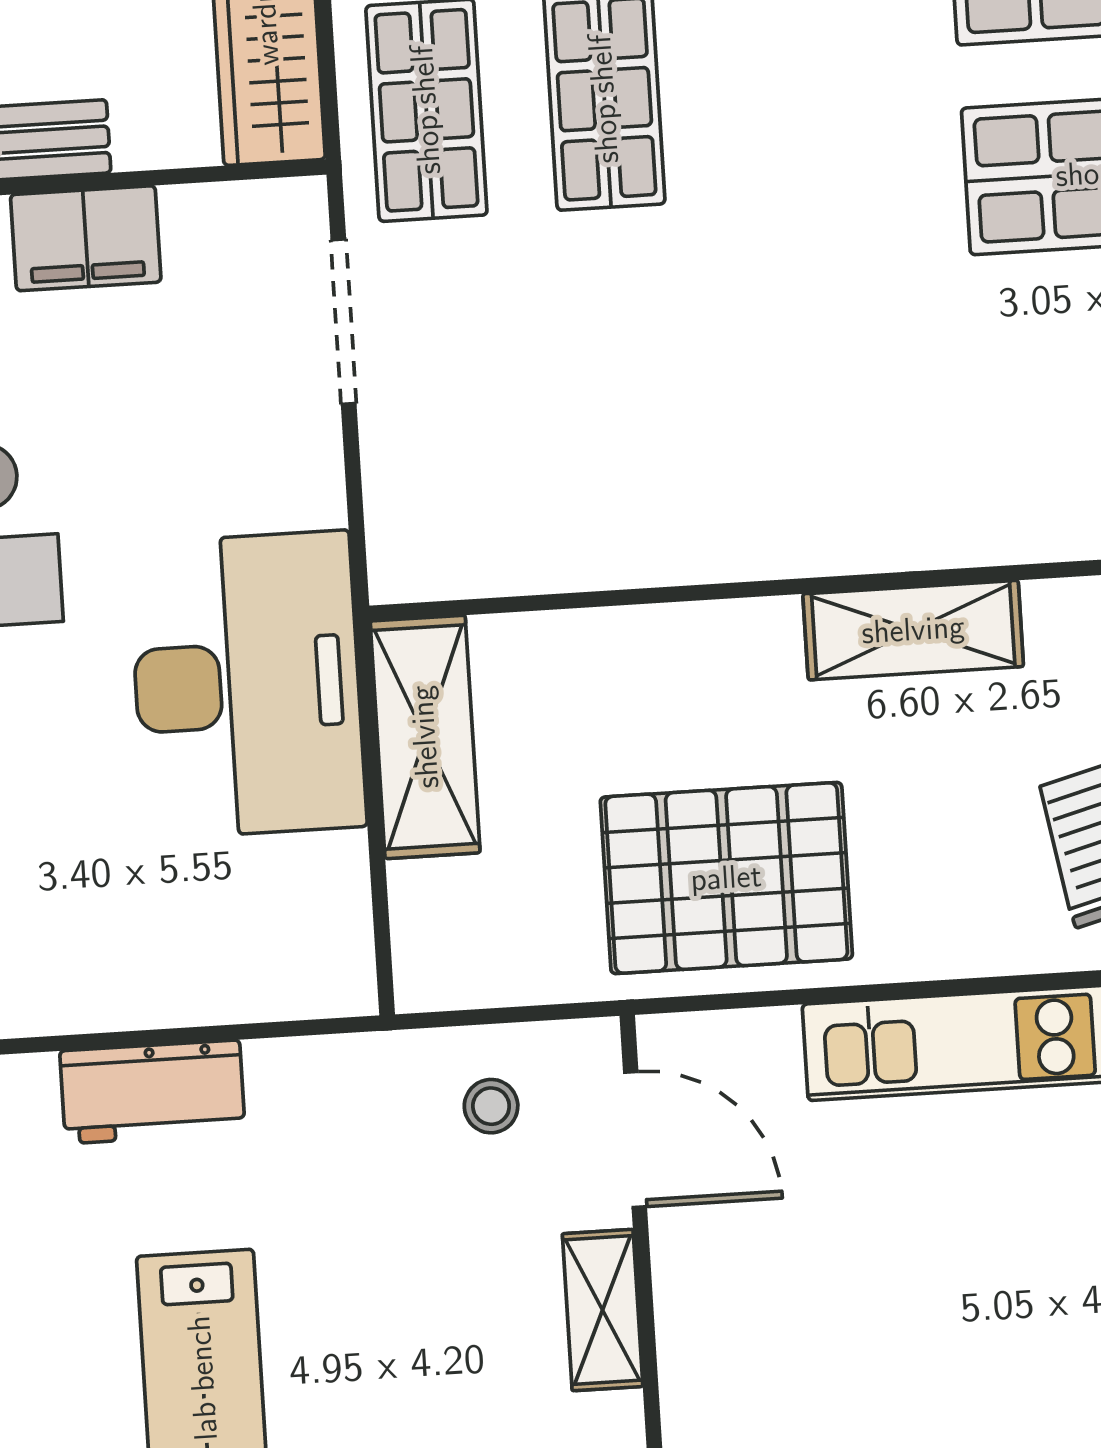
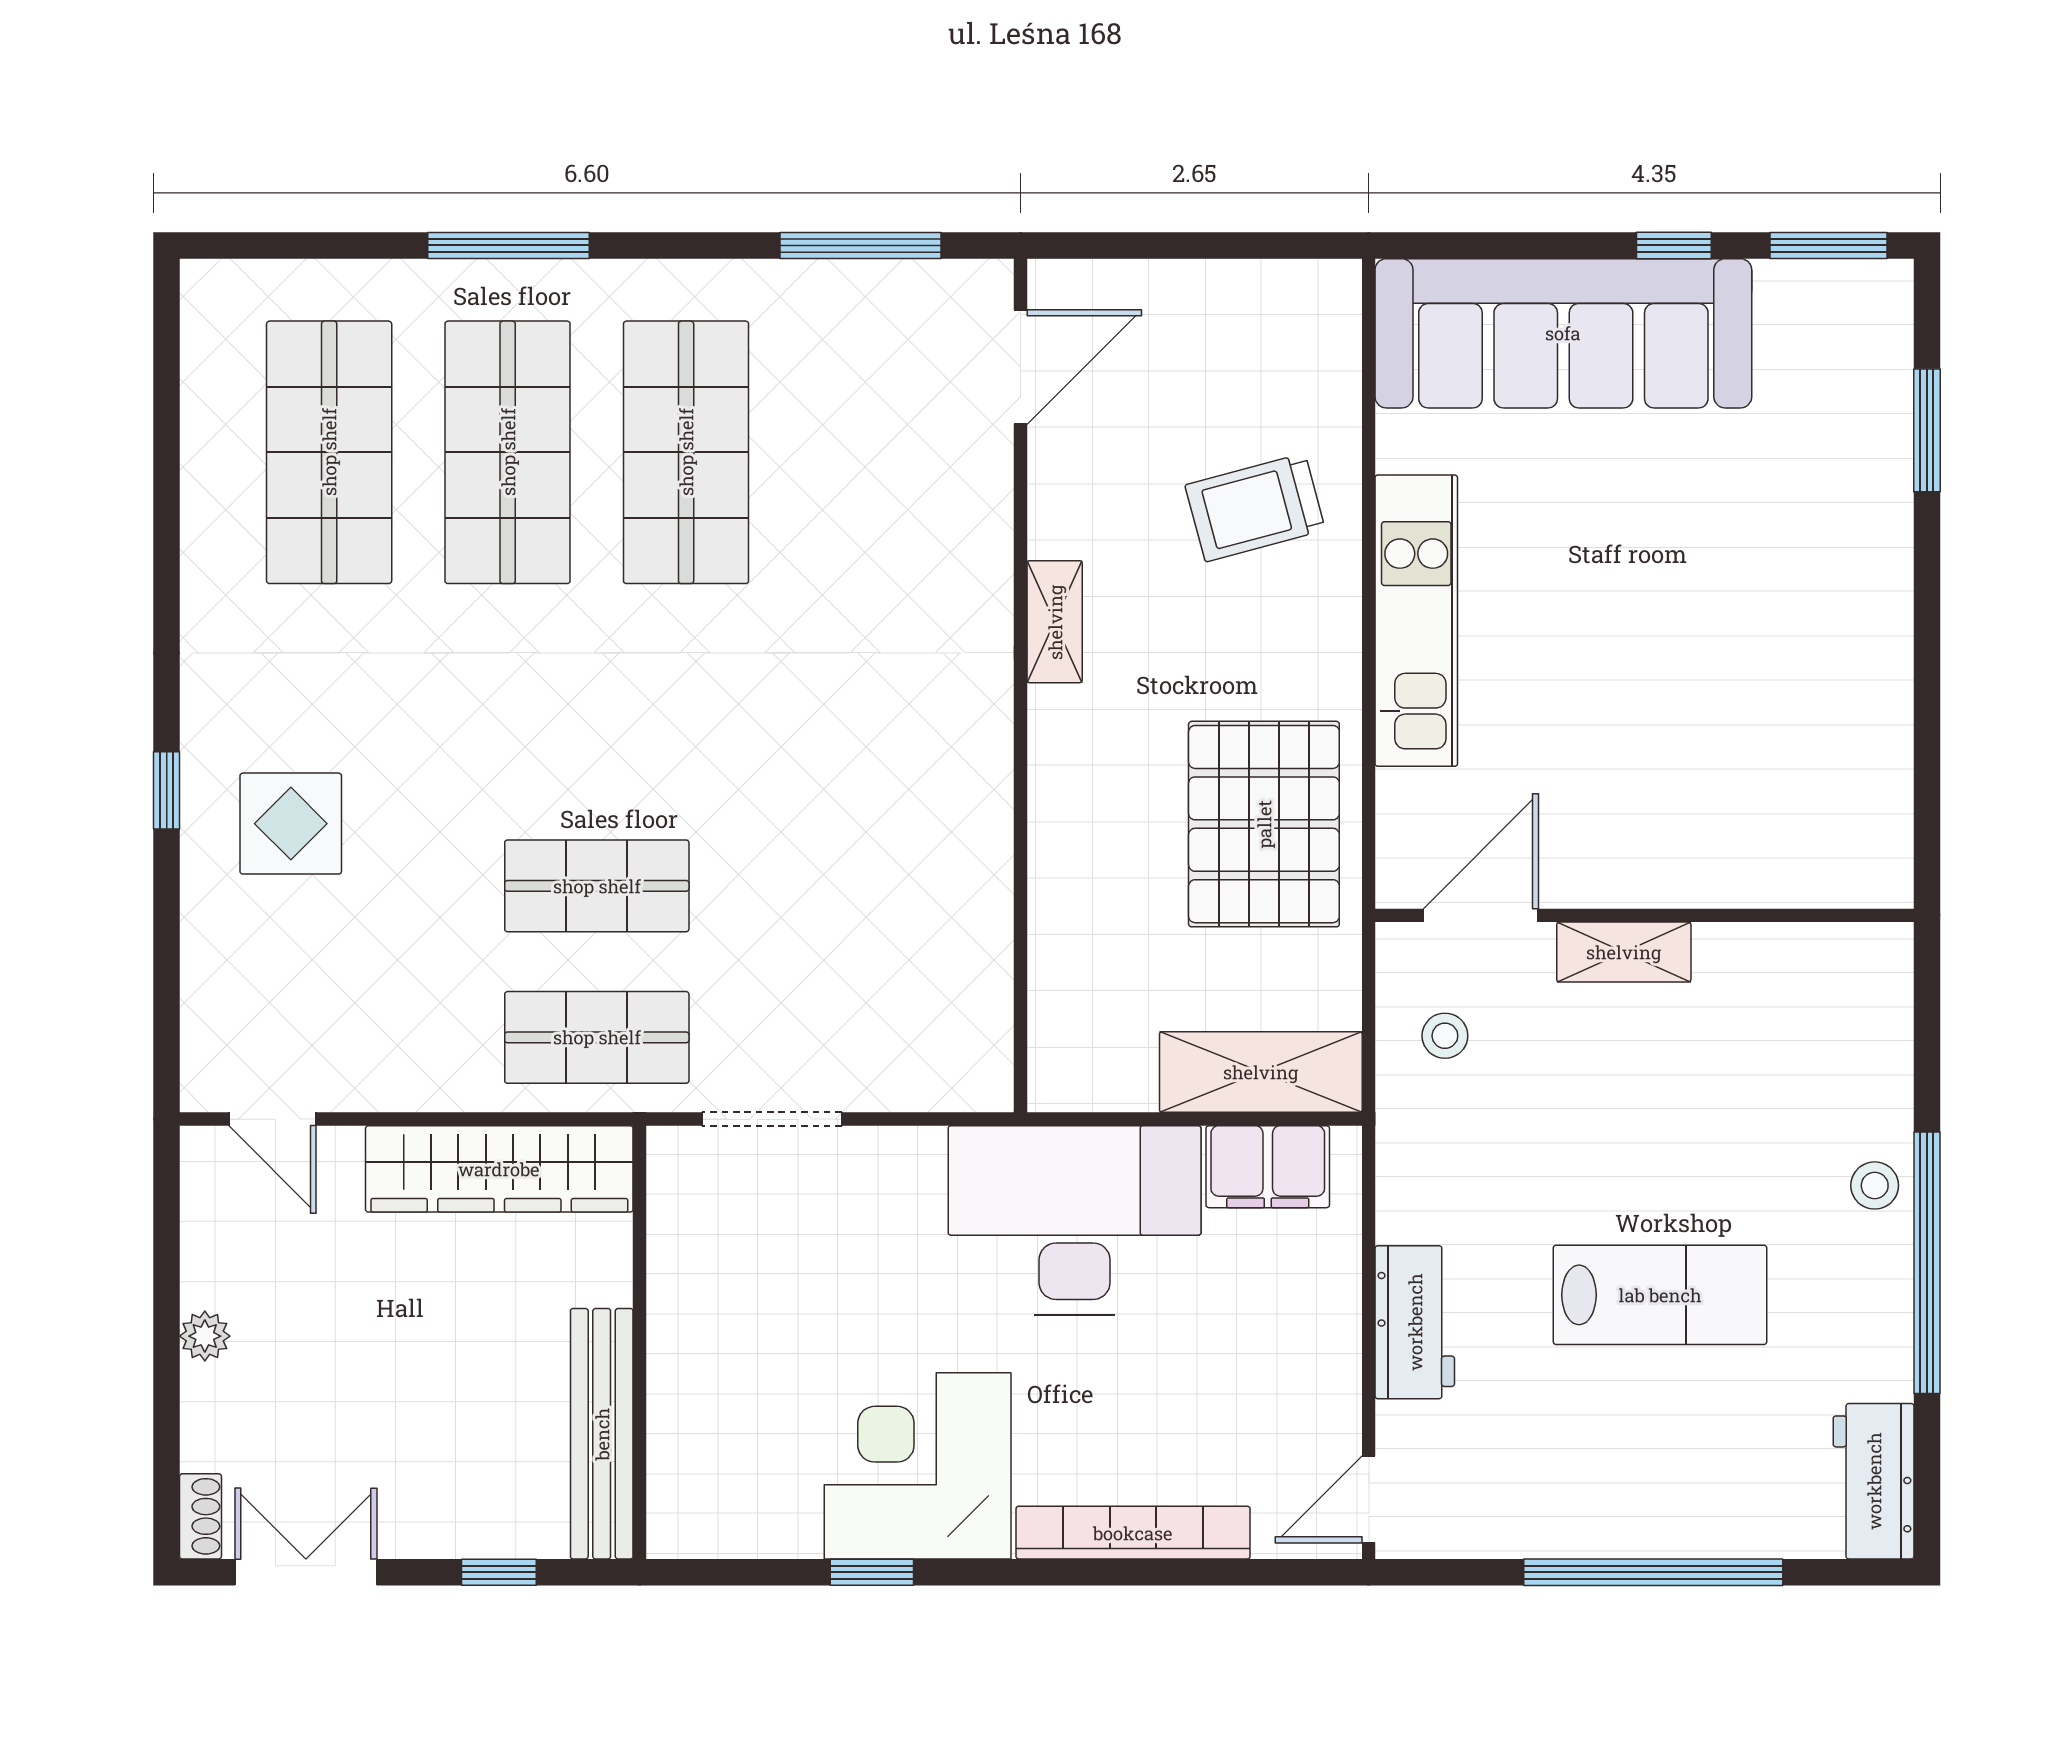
filing cabinet: (86, 238) -> (1268, 1167), moved, turned 90
shelving: (913, 630) -> (1055, 622), width x0.67, depth x0.75
shelving: (425, 737) -> (1261, 1072), moved

